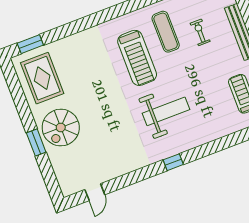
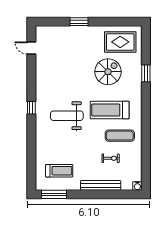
window: (30, 44) -> (146, 73), moved
weight bench: (166, 111) -> (67, 116), turned 90
spiral stairs: (61, 128) -> (108, 72), moved, turned 90

